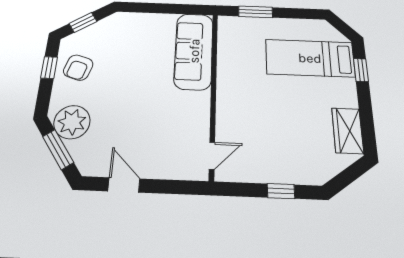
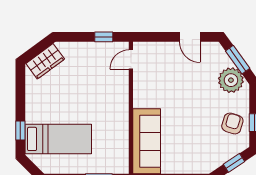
wardrobe: (348, 131) -> (45, 61), moved, turned 54
window: (281, 191) -> (104, 37), moved

